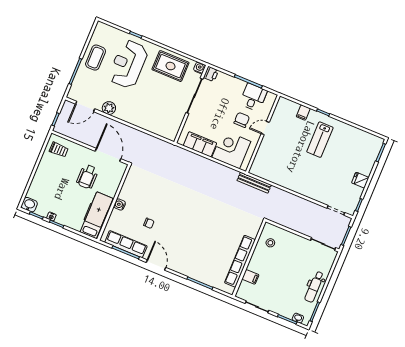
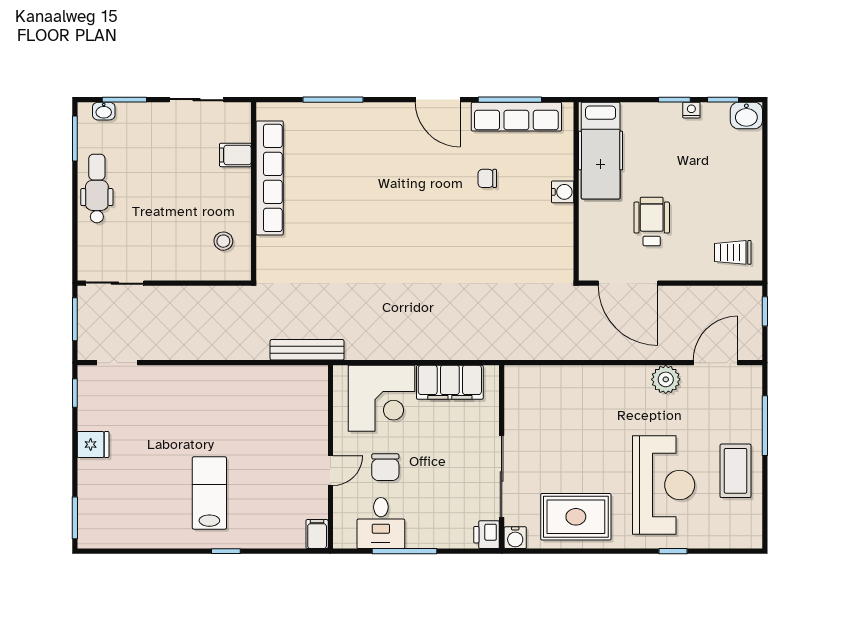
filing cabinet: (303, 113) -> (317, 534), moved

